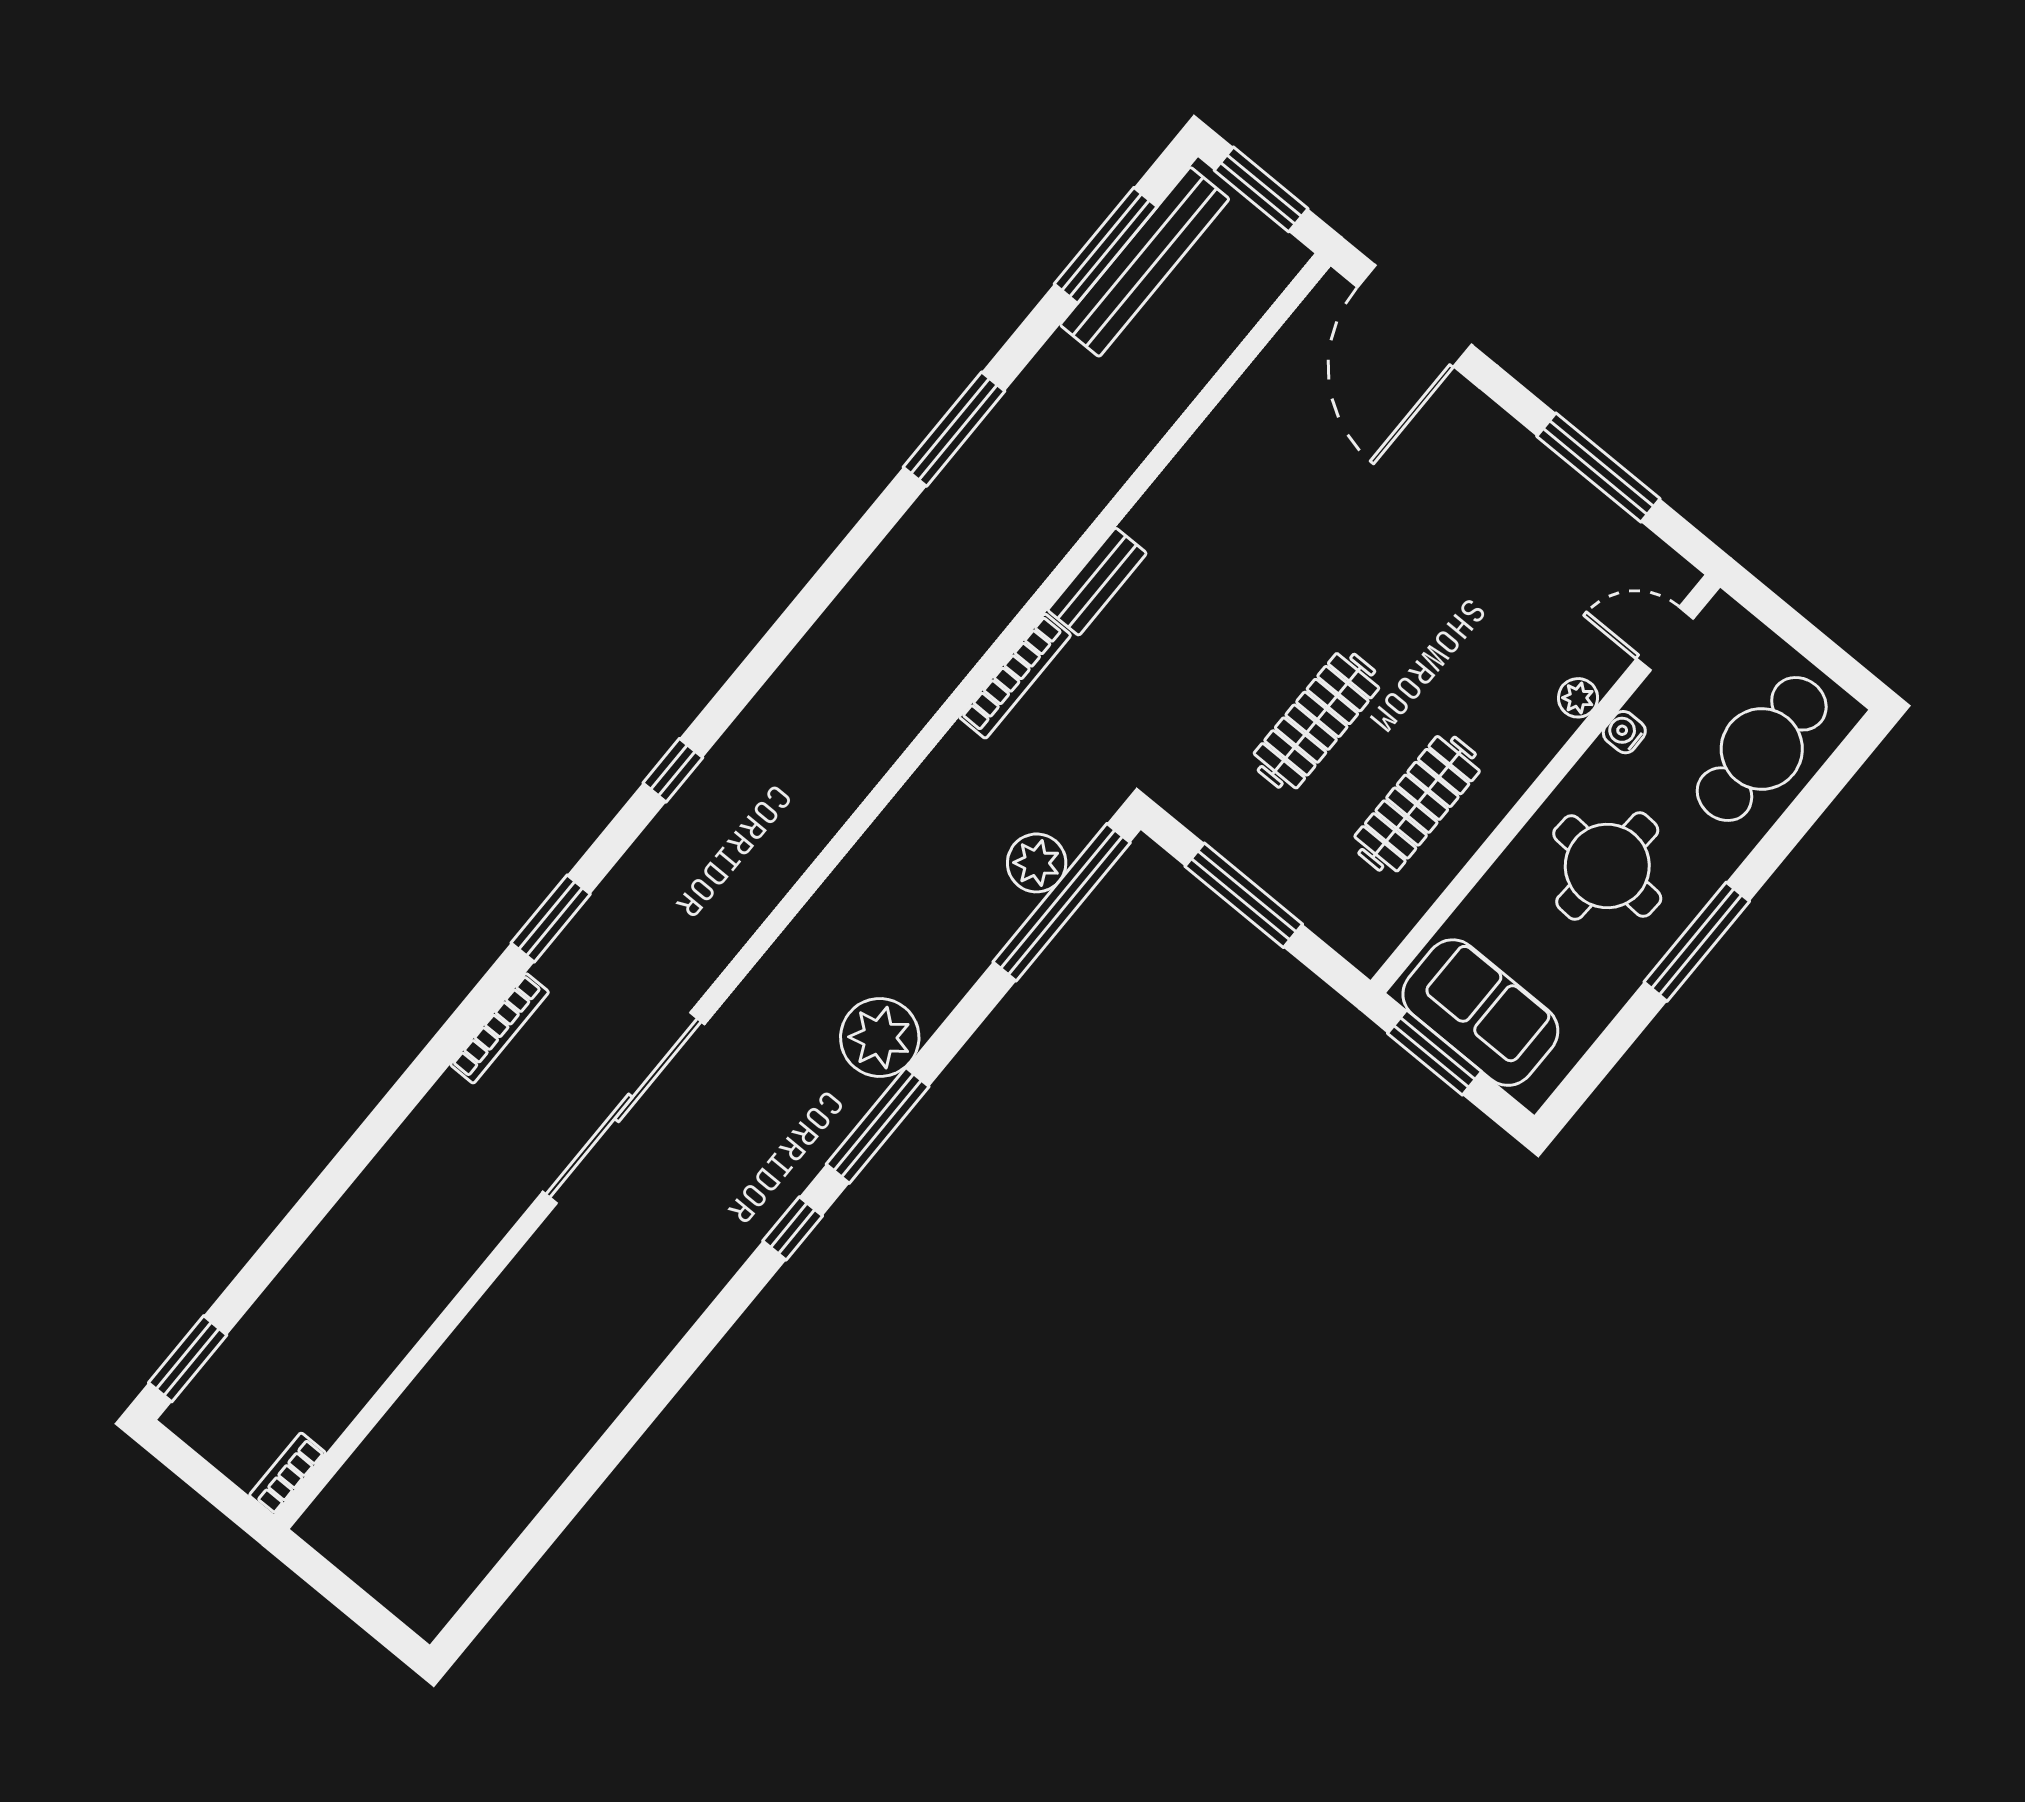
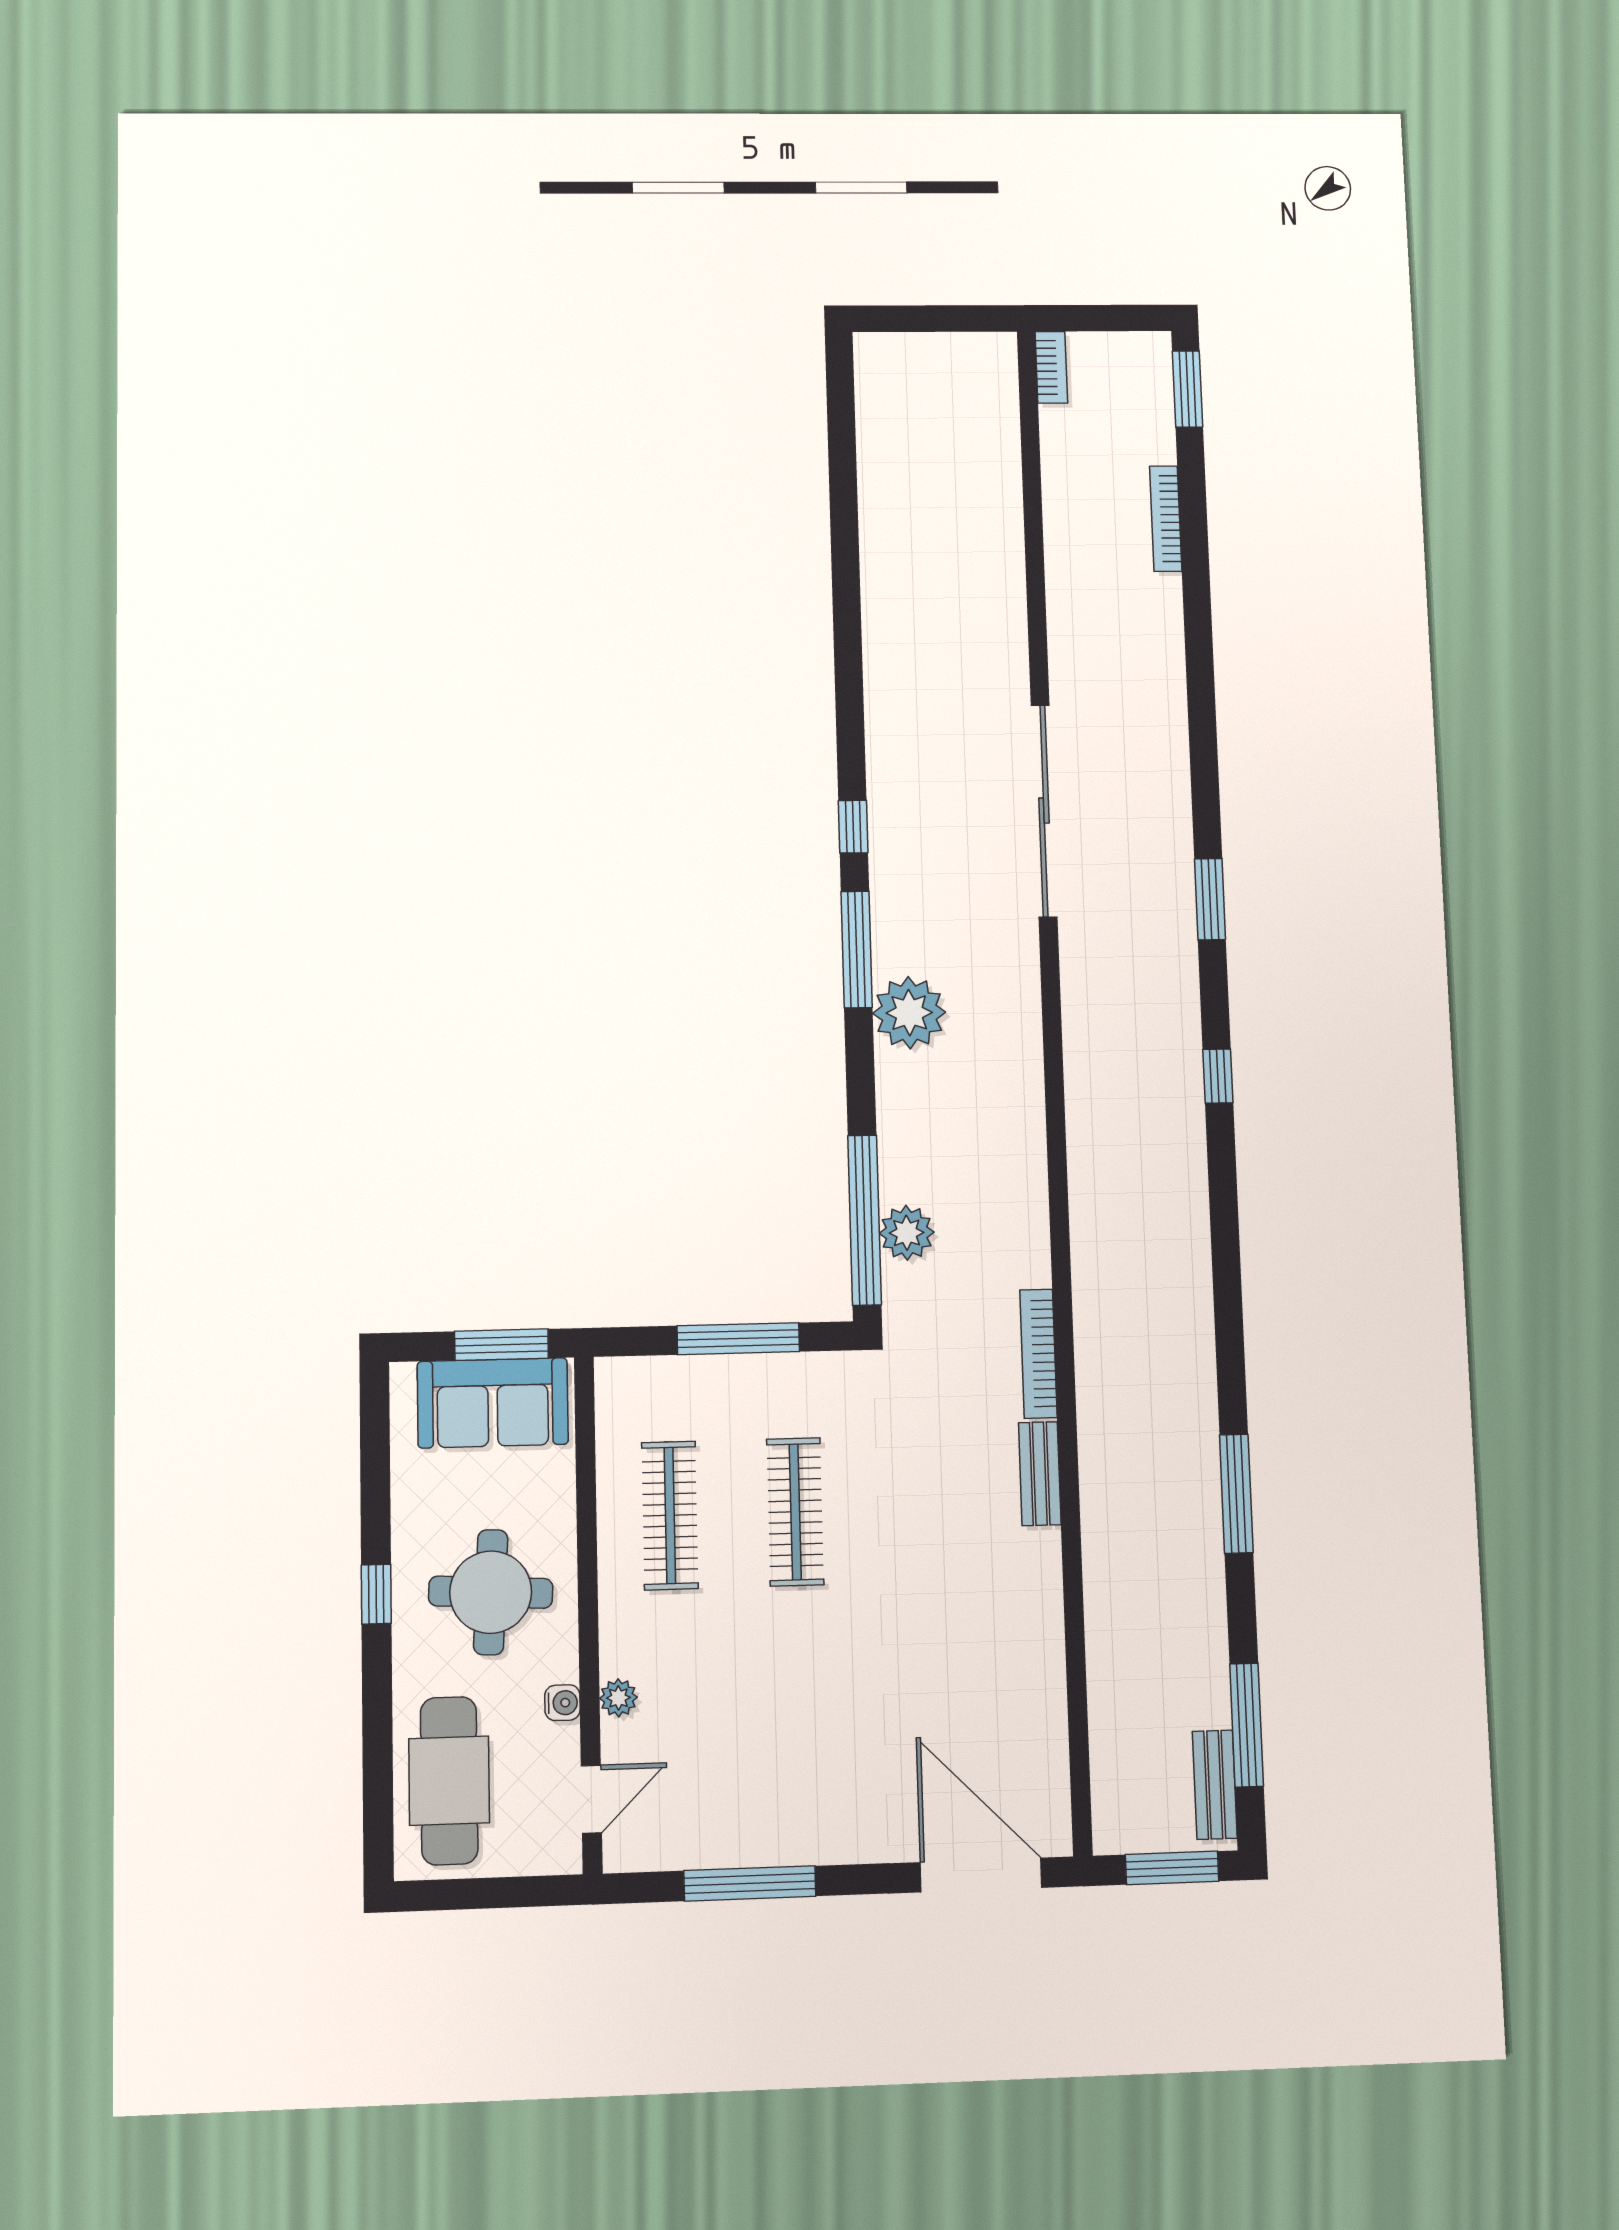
bench: (1145, 262) -> (1215, 1785), width x0.54, depth x0.82
window: (1697, 942) -> (376, 1594), width x0.46
bookcase: (500, 1028) -> (1166, 519), moved

